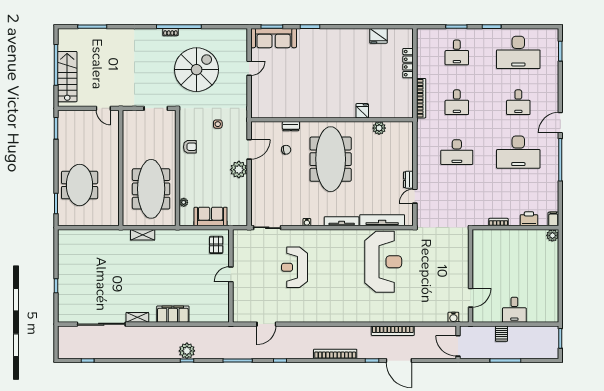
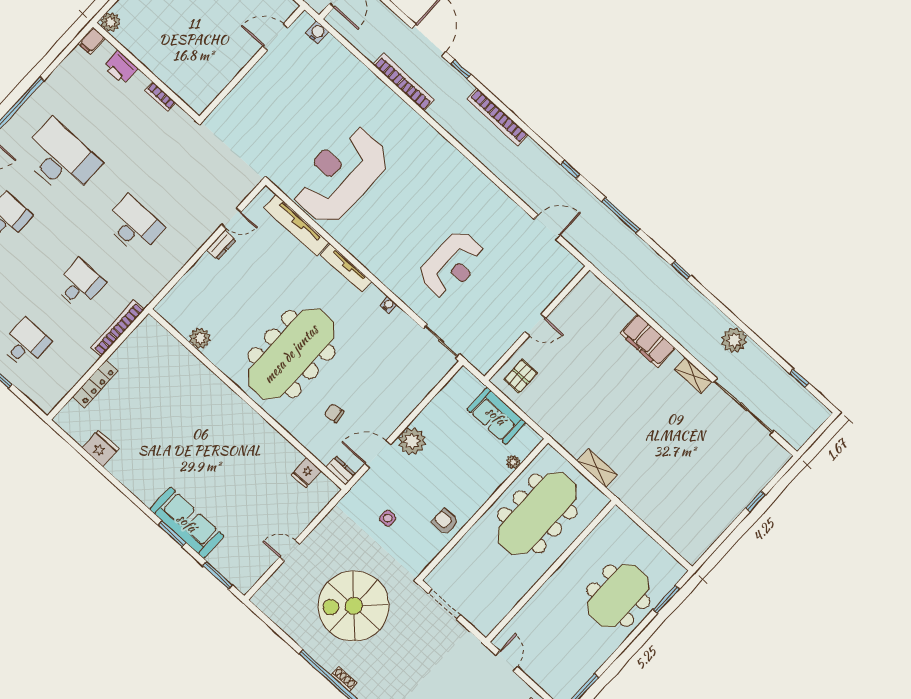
sofa: (274, 38) -> (187, 523), moved
fridge: (362, 111) -> (306, 473), moved
dresser: (291, 126) -> (341, 471), moved
plant: (187, 351) -> (734, 340), moved

